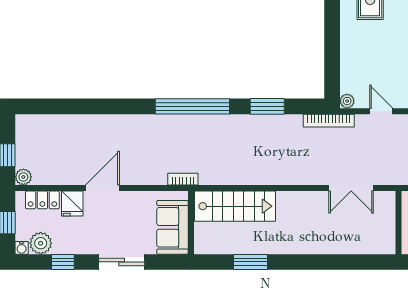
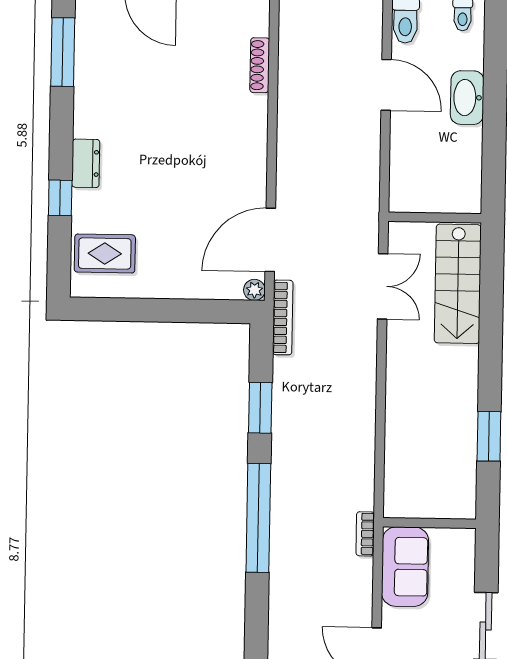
door: (381, 111) -> (270, 240), width x1.87
stairs: (235, 206) -> (458, 284), moved, turned 180
sofa: (172, 227) -> (405, 567), moved, turned -90

